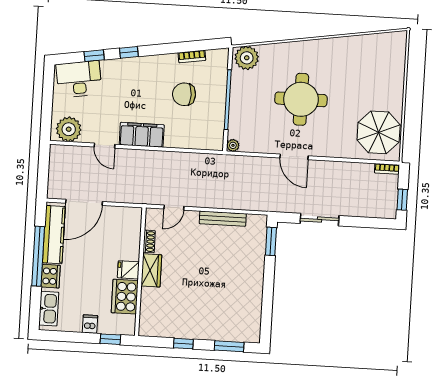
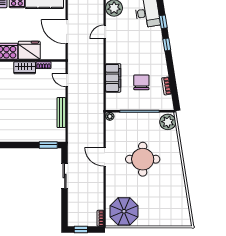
filing cabinet: (142, 135) -> (113, 78), moved
door: (294, 157) -> (105, 157), hinge flipped
door: (84, 202) -> (67, 32), moved
fridge: (128, 270) -> (29, 50), width x1.88, depth x1.34

